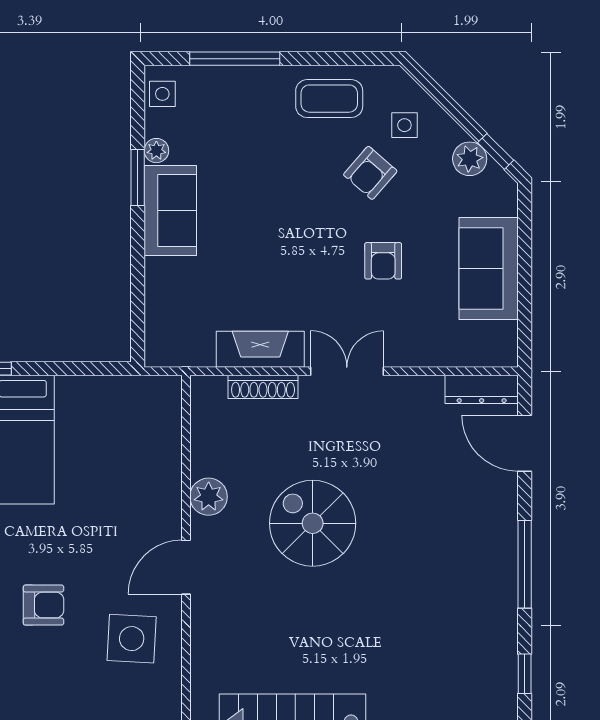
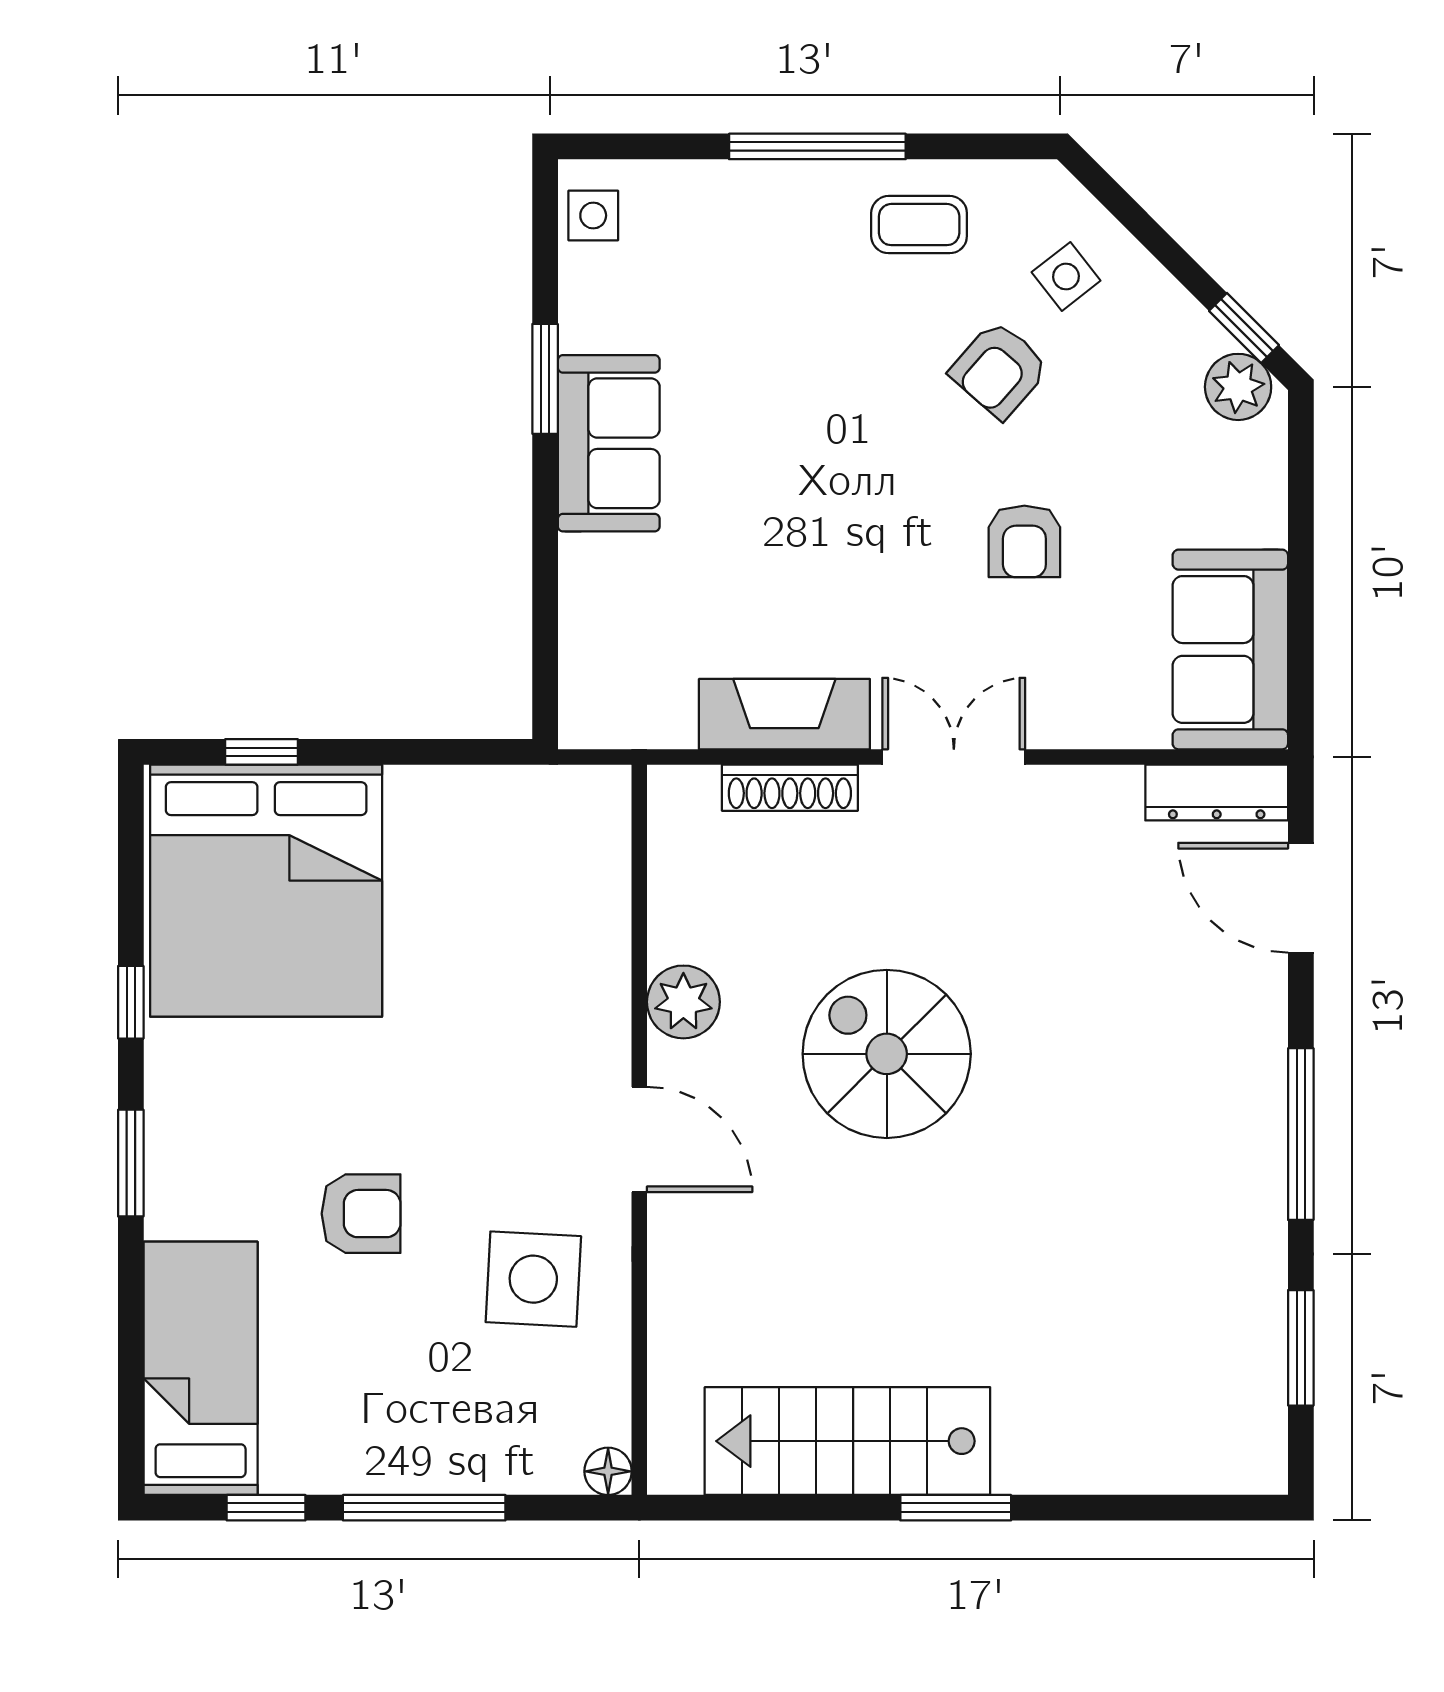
window: (235, 59) -> (817, 146), moved
coffee table: (329, 99) -> (919, 225), width x0.73, depth x0.77
side table: (404, 125) -> (1066, 276), turned -38
plant: (156, 151) -> (582, 326), removed
plant: (470, 159) -> (1238, 387), moved
sofa: (489, 268) -> (1230, 649), moved
door: (186, 567) -> (639, 1139), swing flipped
window: (525, 674) -> (1301, 1348), width x1.50

